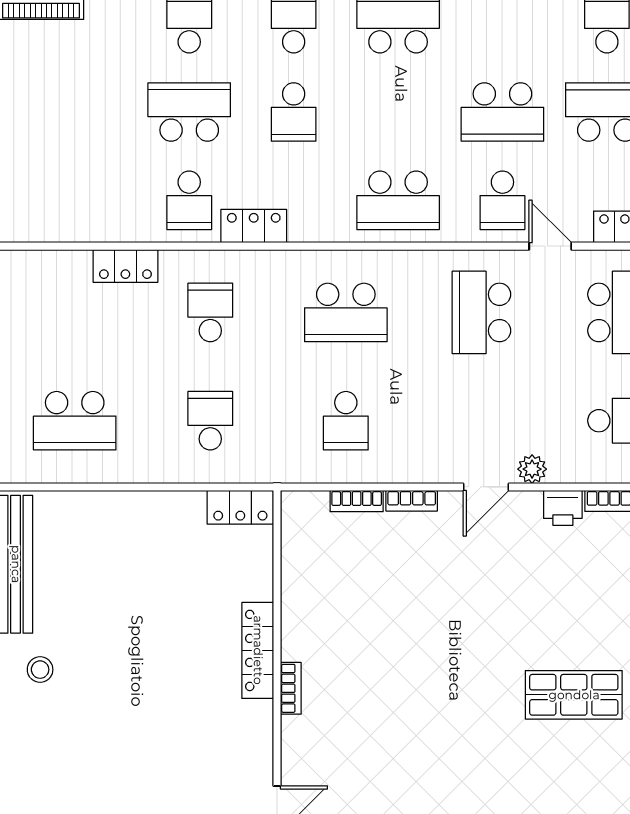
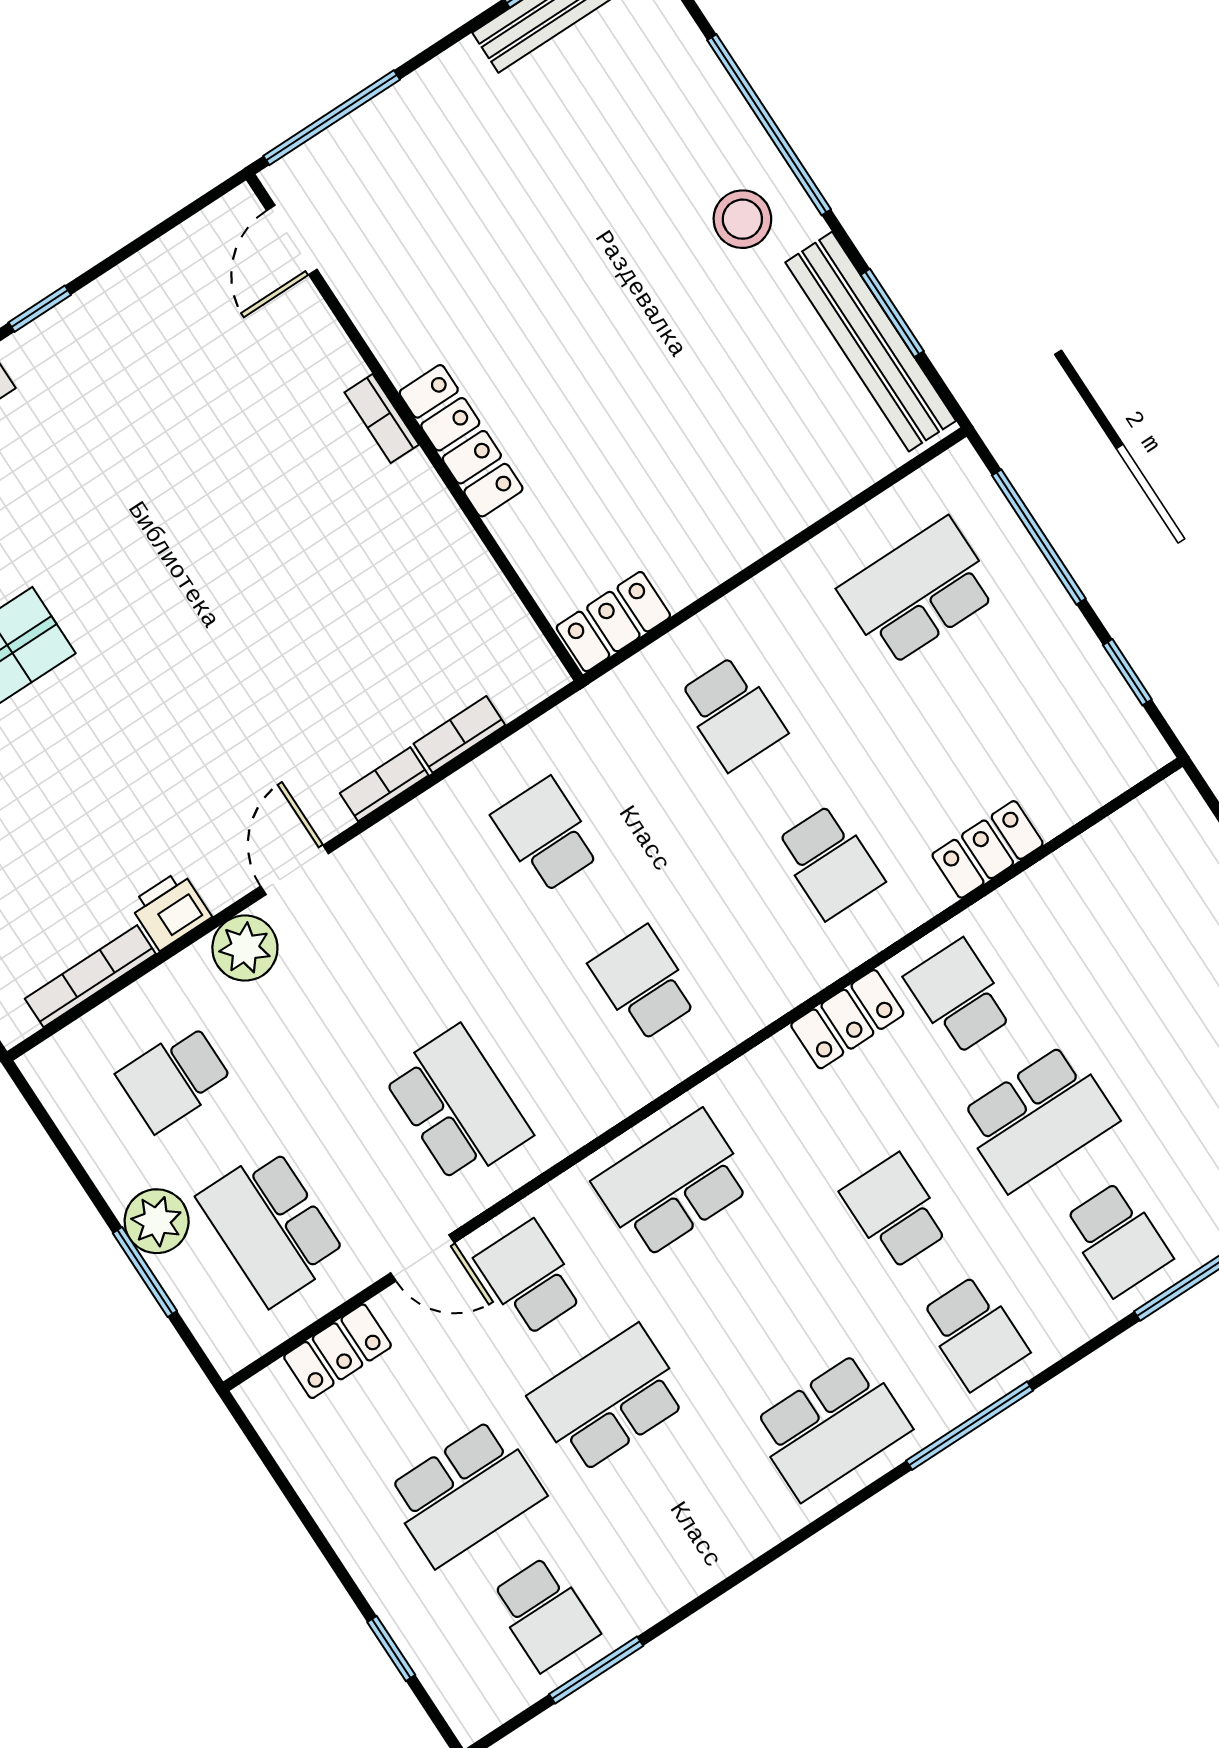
school desk: (346, 312) -> (644, 983), width x0.54
plant: (532, 469) -> (245, 948), width x1.38, depth x1.38
stool: (40, 670) -> (742, 219), width x1.37, depth x1.37

